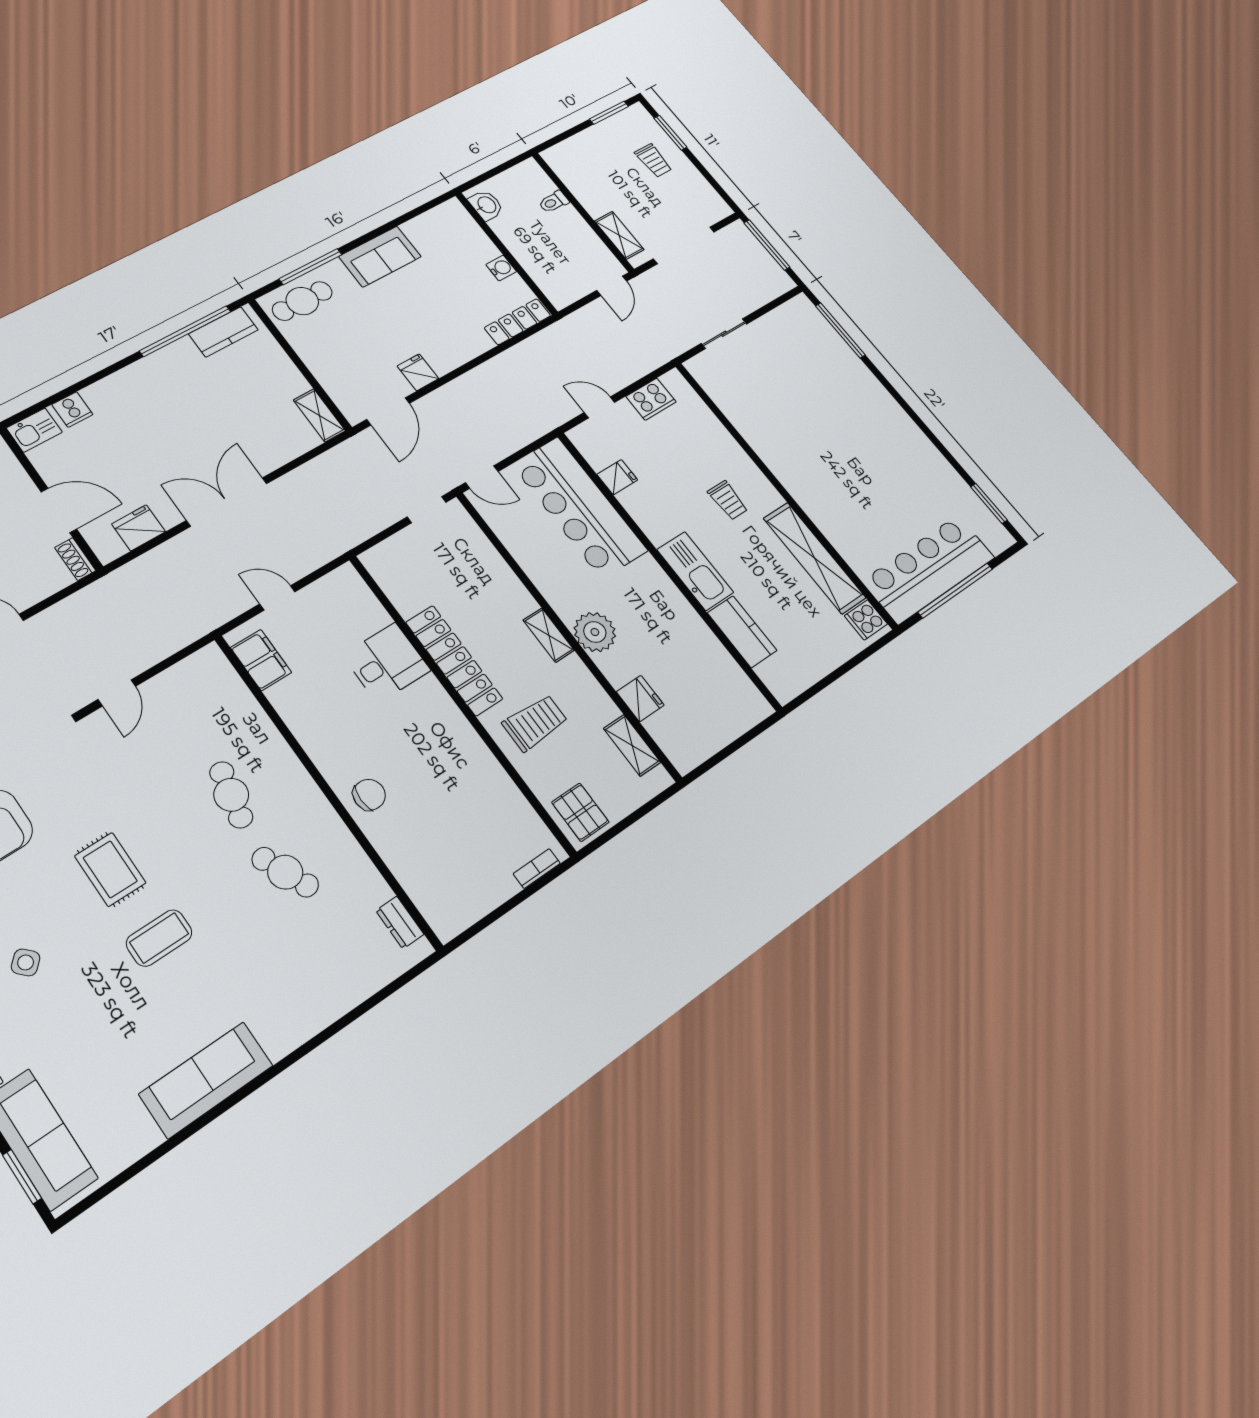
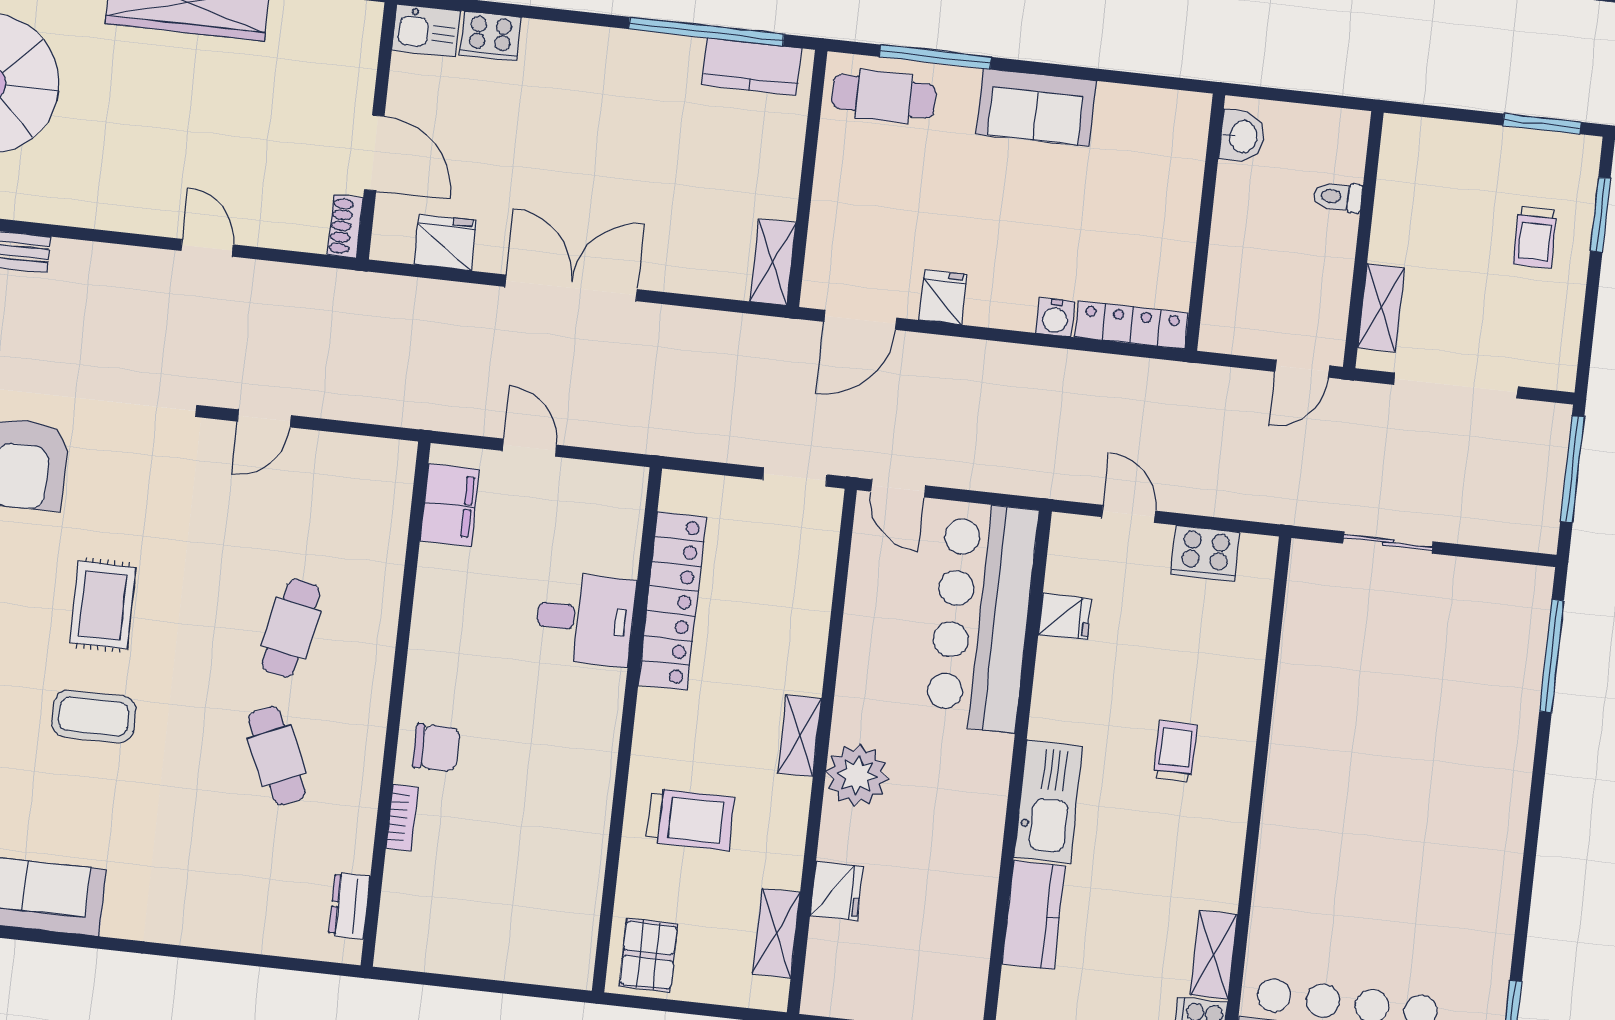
water cooler: (501, 268) -> (1055, 317), moved, turned 90
cooker: (72, 409) -> (490, 36), width x1.36
trolley: (728, 500) -> (1175, 751), turned 180
shelving: (814, 558) -> (1214, 955), width x0.45, depth x0.75
locker: (454, 660) -> (672, 601), moved
bookcase: (537, 869) -> (402, 818), moved, turned 90

